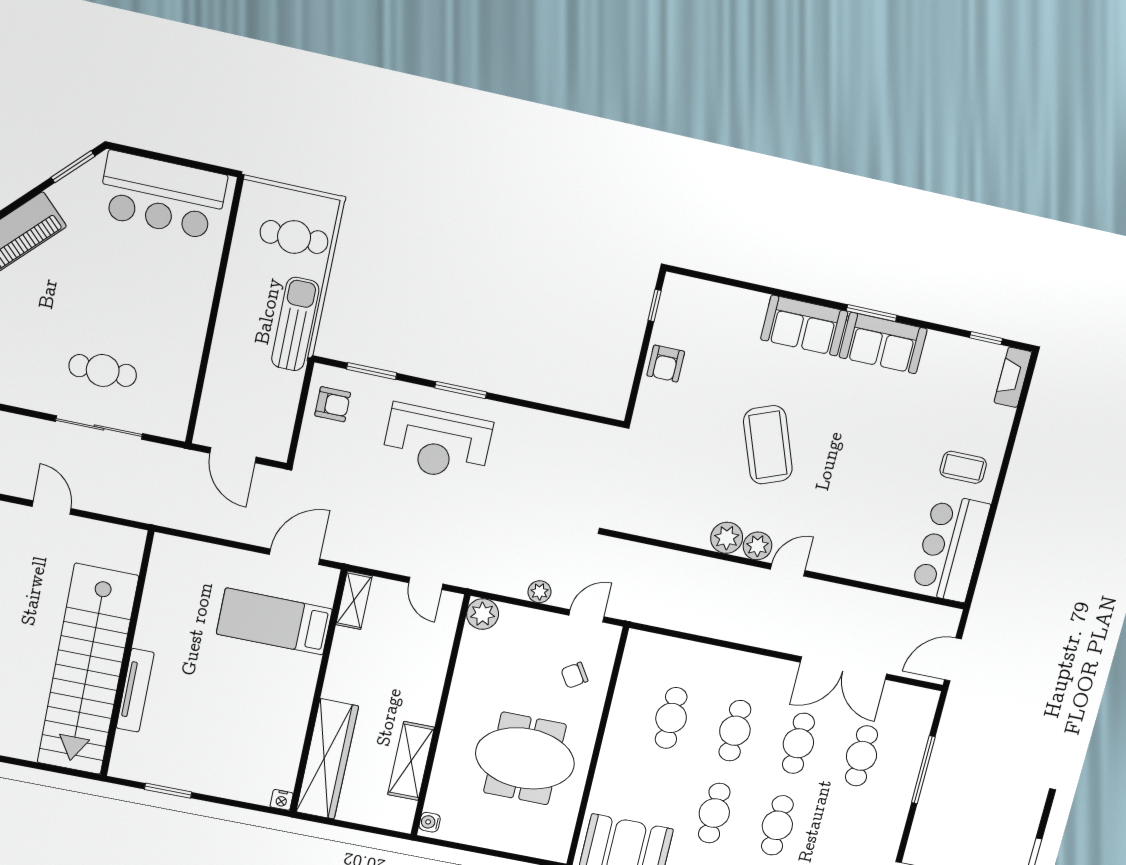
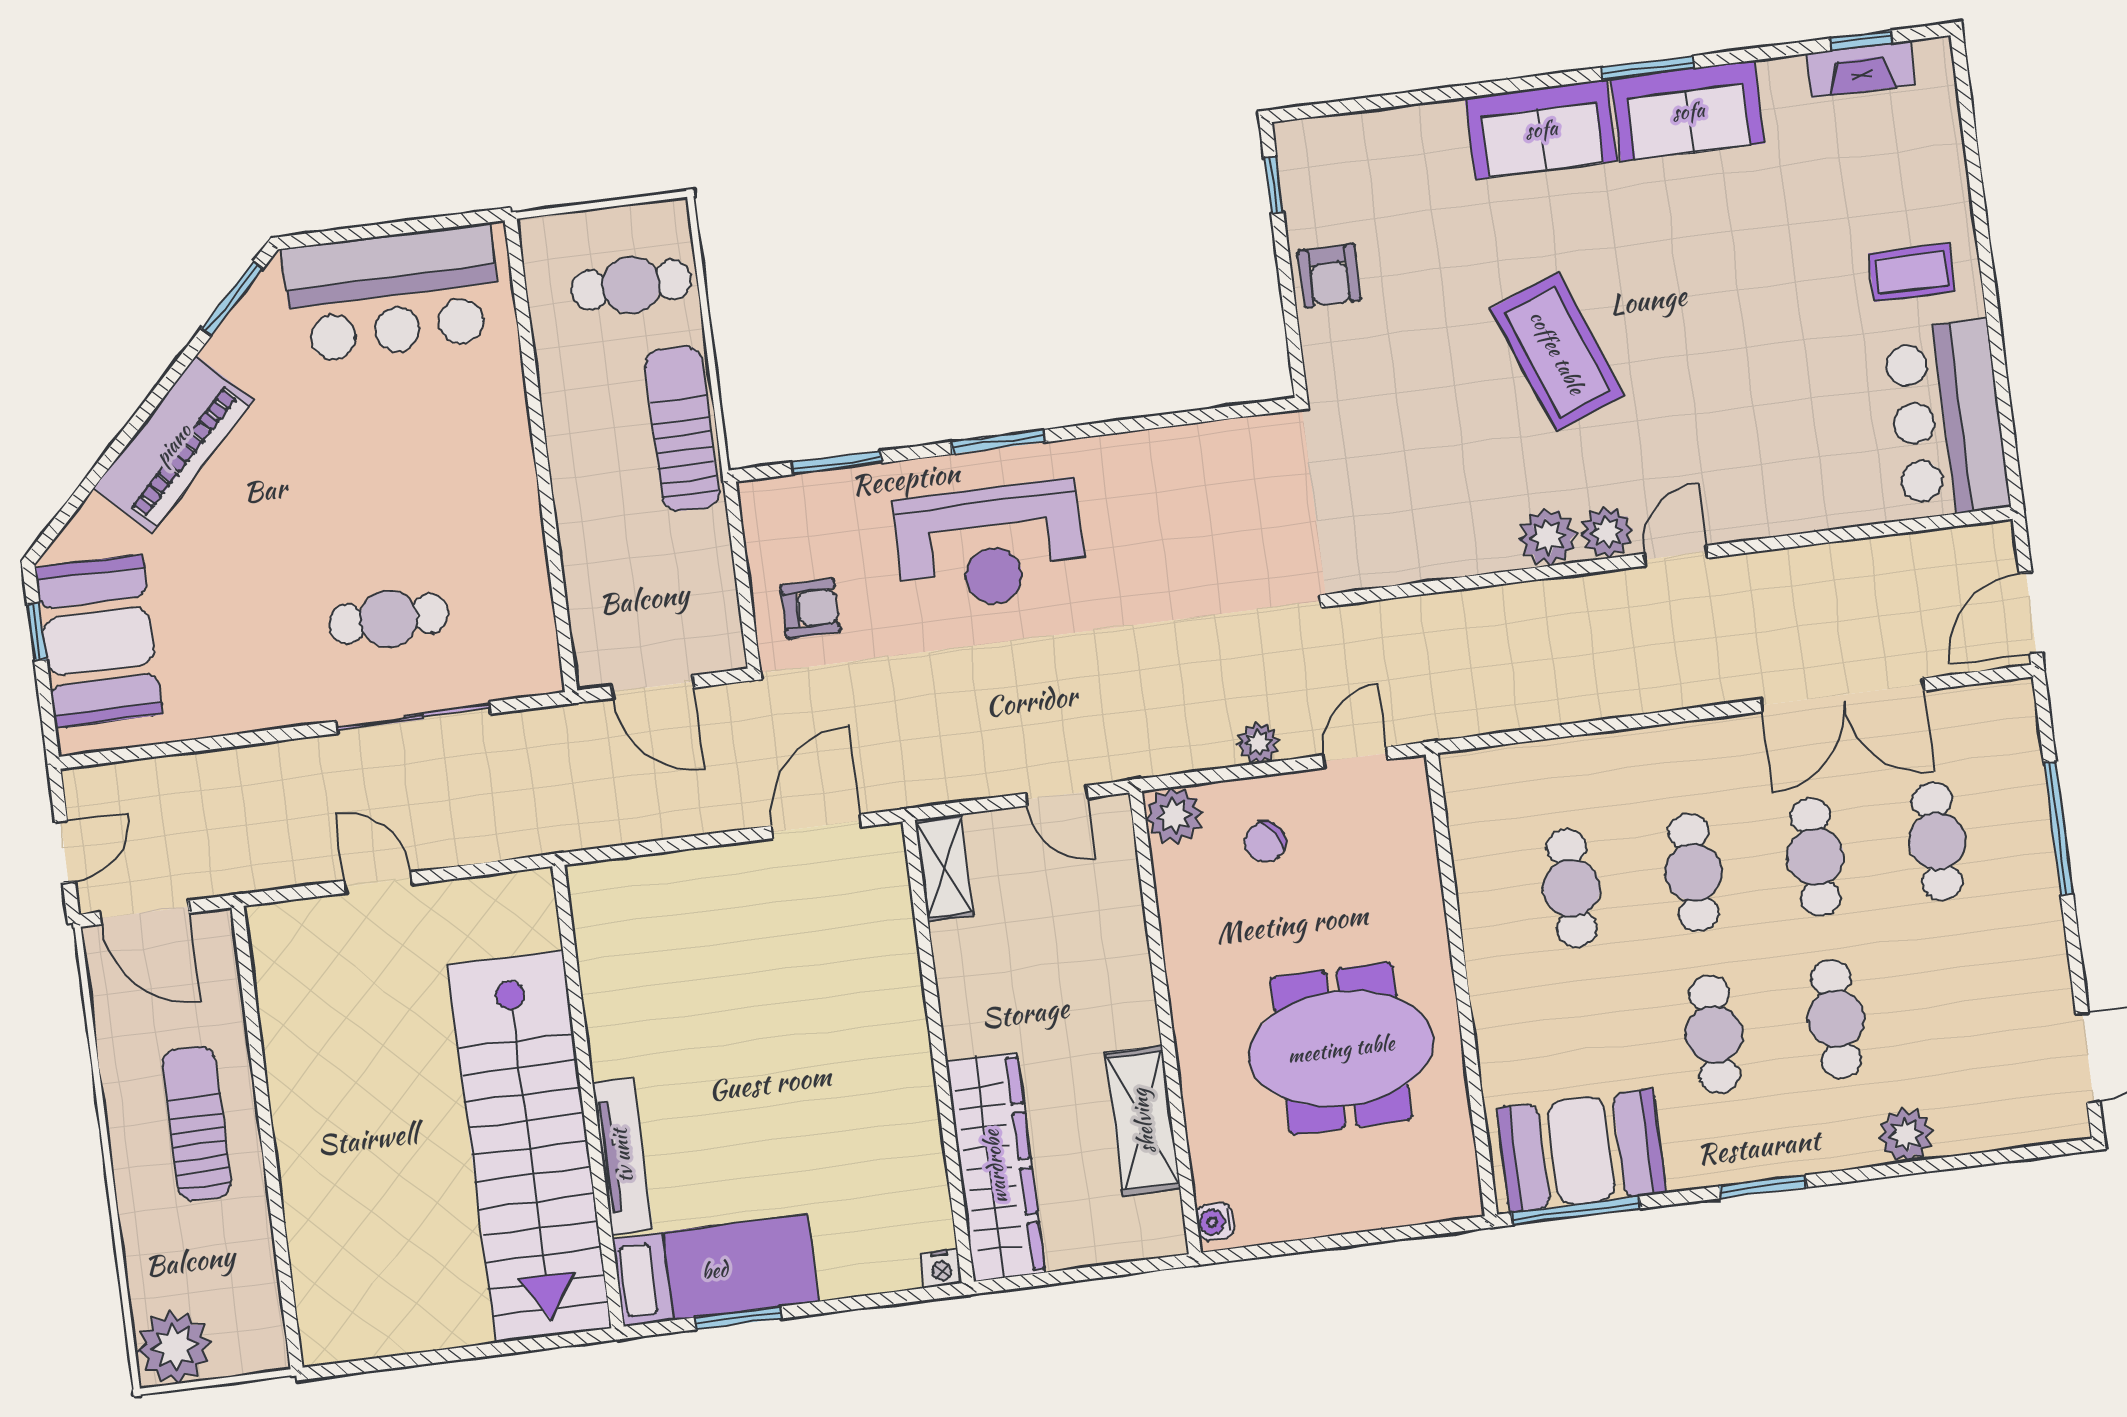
fireplace: (1013, 377) -> (1861, 69), moved, turned -90
armchair: (333, 404) -> (810, 609), moved
bed: (274, 621) -> (715, 1270), moved, turned 180
chair: (574, 675) -> (1265, 842), moved

